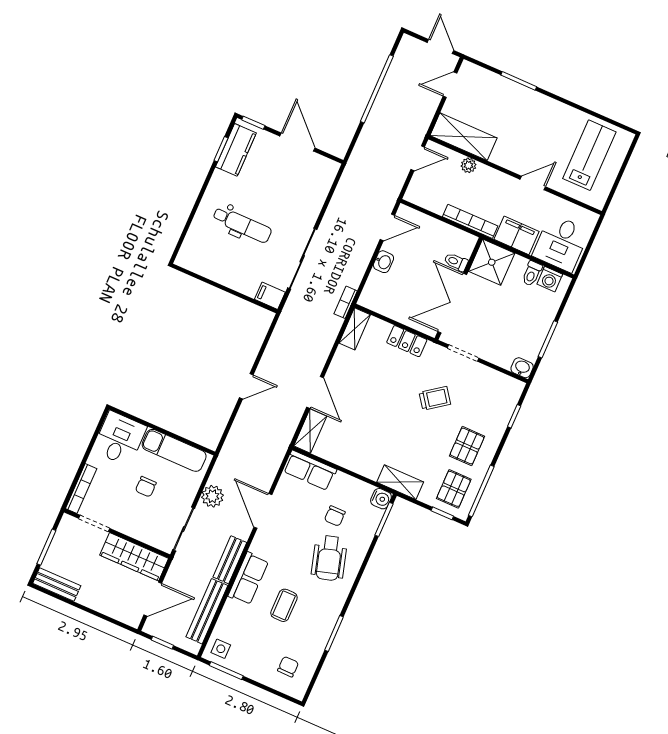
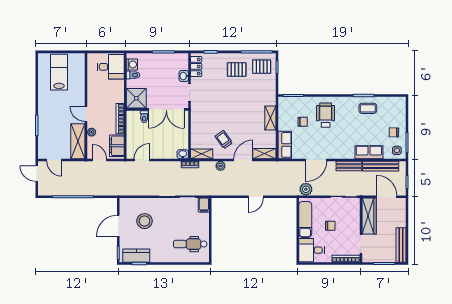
door: (440, 46) -> (37, 174), hinge flipped
lab bench: (589, 155) -> (59, 72), turned 90
door: (533, 183) -> (86, 114), moved
stool: (286, 188) -> (145, 221), added
dental chair: (242, 225) -> (190, 244), moved, turned -90
door: (387, 227) -> (142, 160), hinge flipped
filing cabinet: (516, 235) -> (117, 146), moved
washbasin: (383, 262) -> (183, 154), moved
locker: (407, 341) -> (196, 66), moved
plant: (322, 351) -> (220, 166), added
washbasin: (522, 368) -> (184, 76), moved
door: (246, 386) -> (256, 197), swing flipped
trolley: (435, 398) -> (224, 140), moved
shelving: (400, 482) -> (270, 118), moved
plant: (212, 496) -> (306, 189), moved
water cooler: (381, 499) -> (283, 102), removed
wheelchair: (329, 558) -> (326, 115), turned -74
row of seats: (248, 578) -> (369, 152), moved
bench: (57, 585) -> (401, 245), width x1.36
coffee table: (284, 605) -> (368, 108), moved
chair: (288, 667) -> (394, 132), moved

